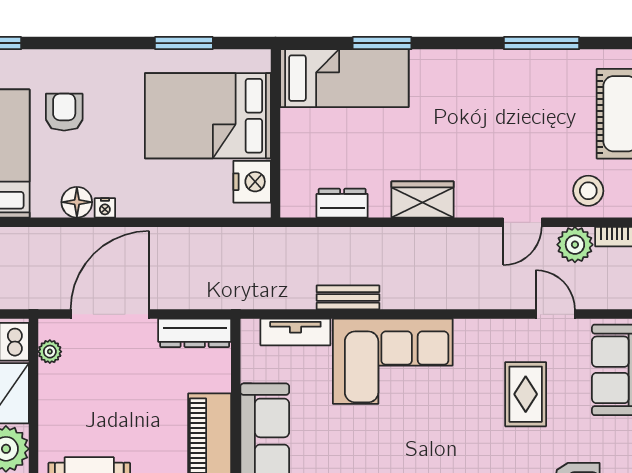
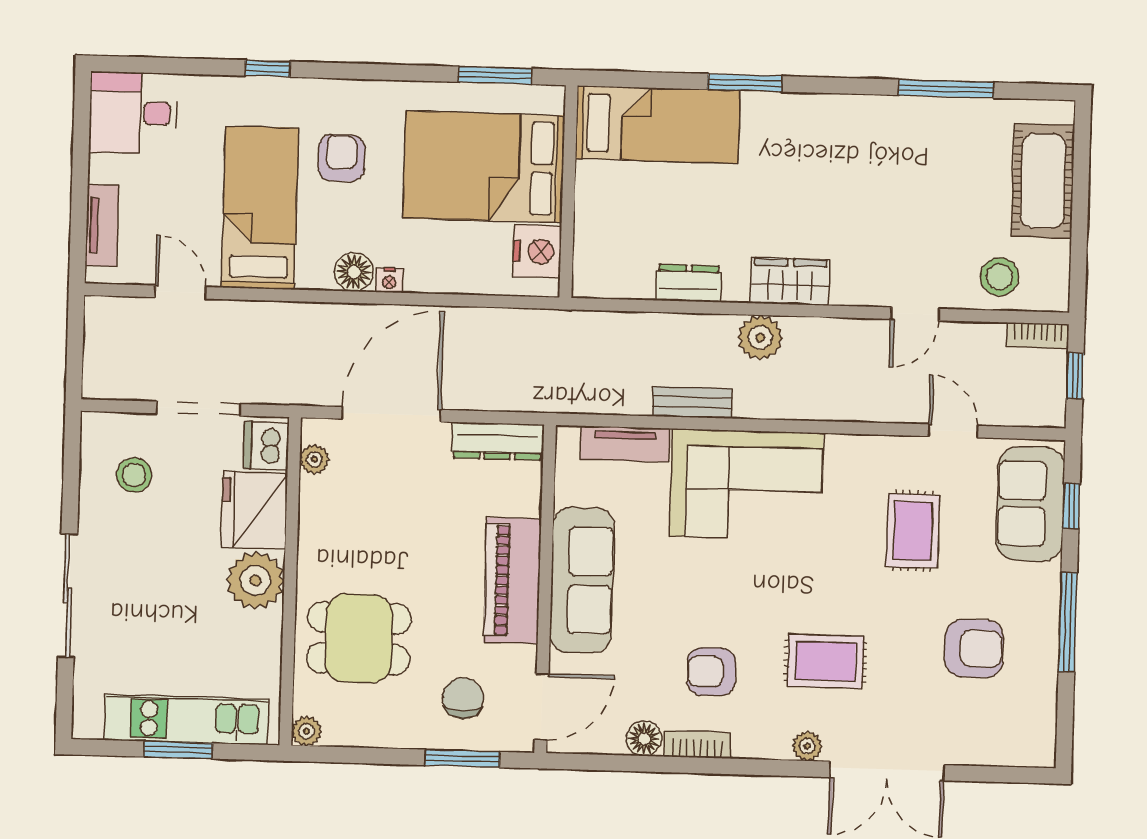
bed: (344, 78) -> (657, 124), moved
bed: (208, 116) -> (484, 167), moved
wall: (275, 133) -> (568, 192), moved
nightstand: (252, 182) -> (537, 252), moved
plant: (575, 245) -> (760, 338), moved

